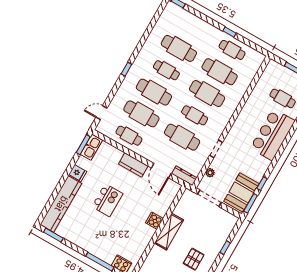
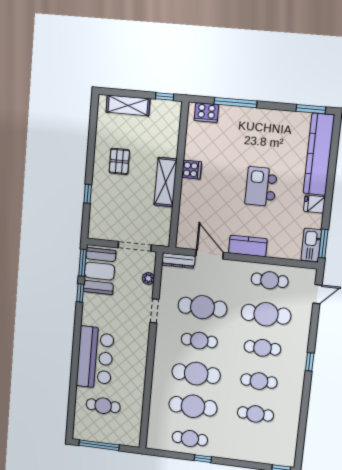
cafe table: (179, 48) -> (255, 414), width x0.73, depth x0.74
cafe table: (154, 92) -> (262, 348), width x0.73, depth x0.74
cooker: (154, 221) -> (192, 170), moved

